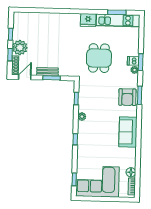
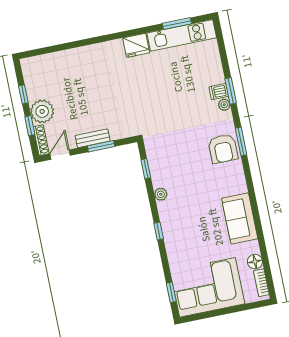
dining table: (99, 58) -> (166, 99), removed
sofa: (128, 132) -> (240, 218), moved

